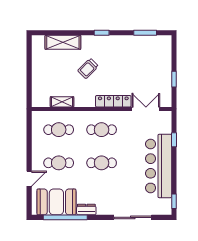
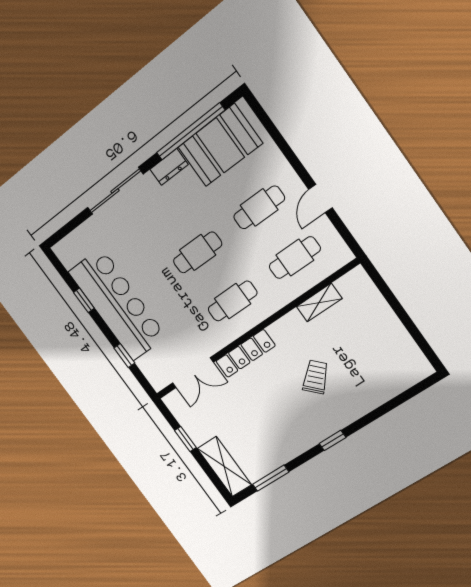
shelving: (63, 42) -> (224, 467), moved, turned 90
door: (29, 179) -> (320, 199), moved
window: (174, 201) -> (84, 300), moved
sliding door: (133, 217) -> (115, 191), moved

